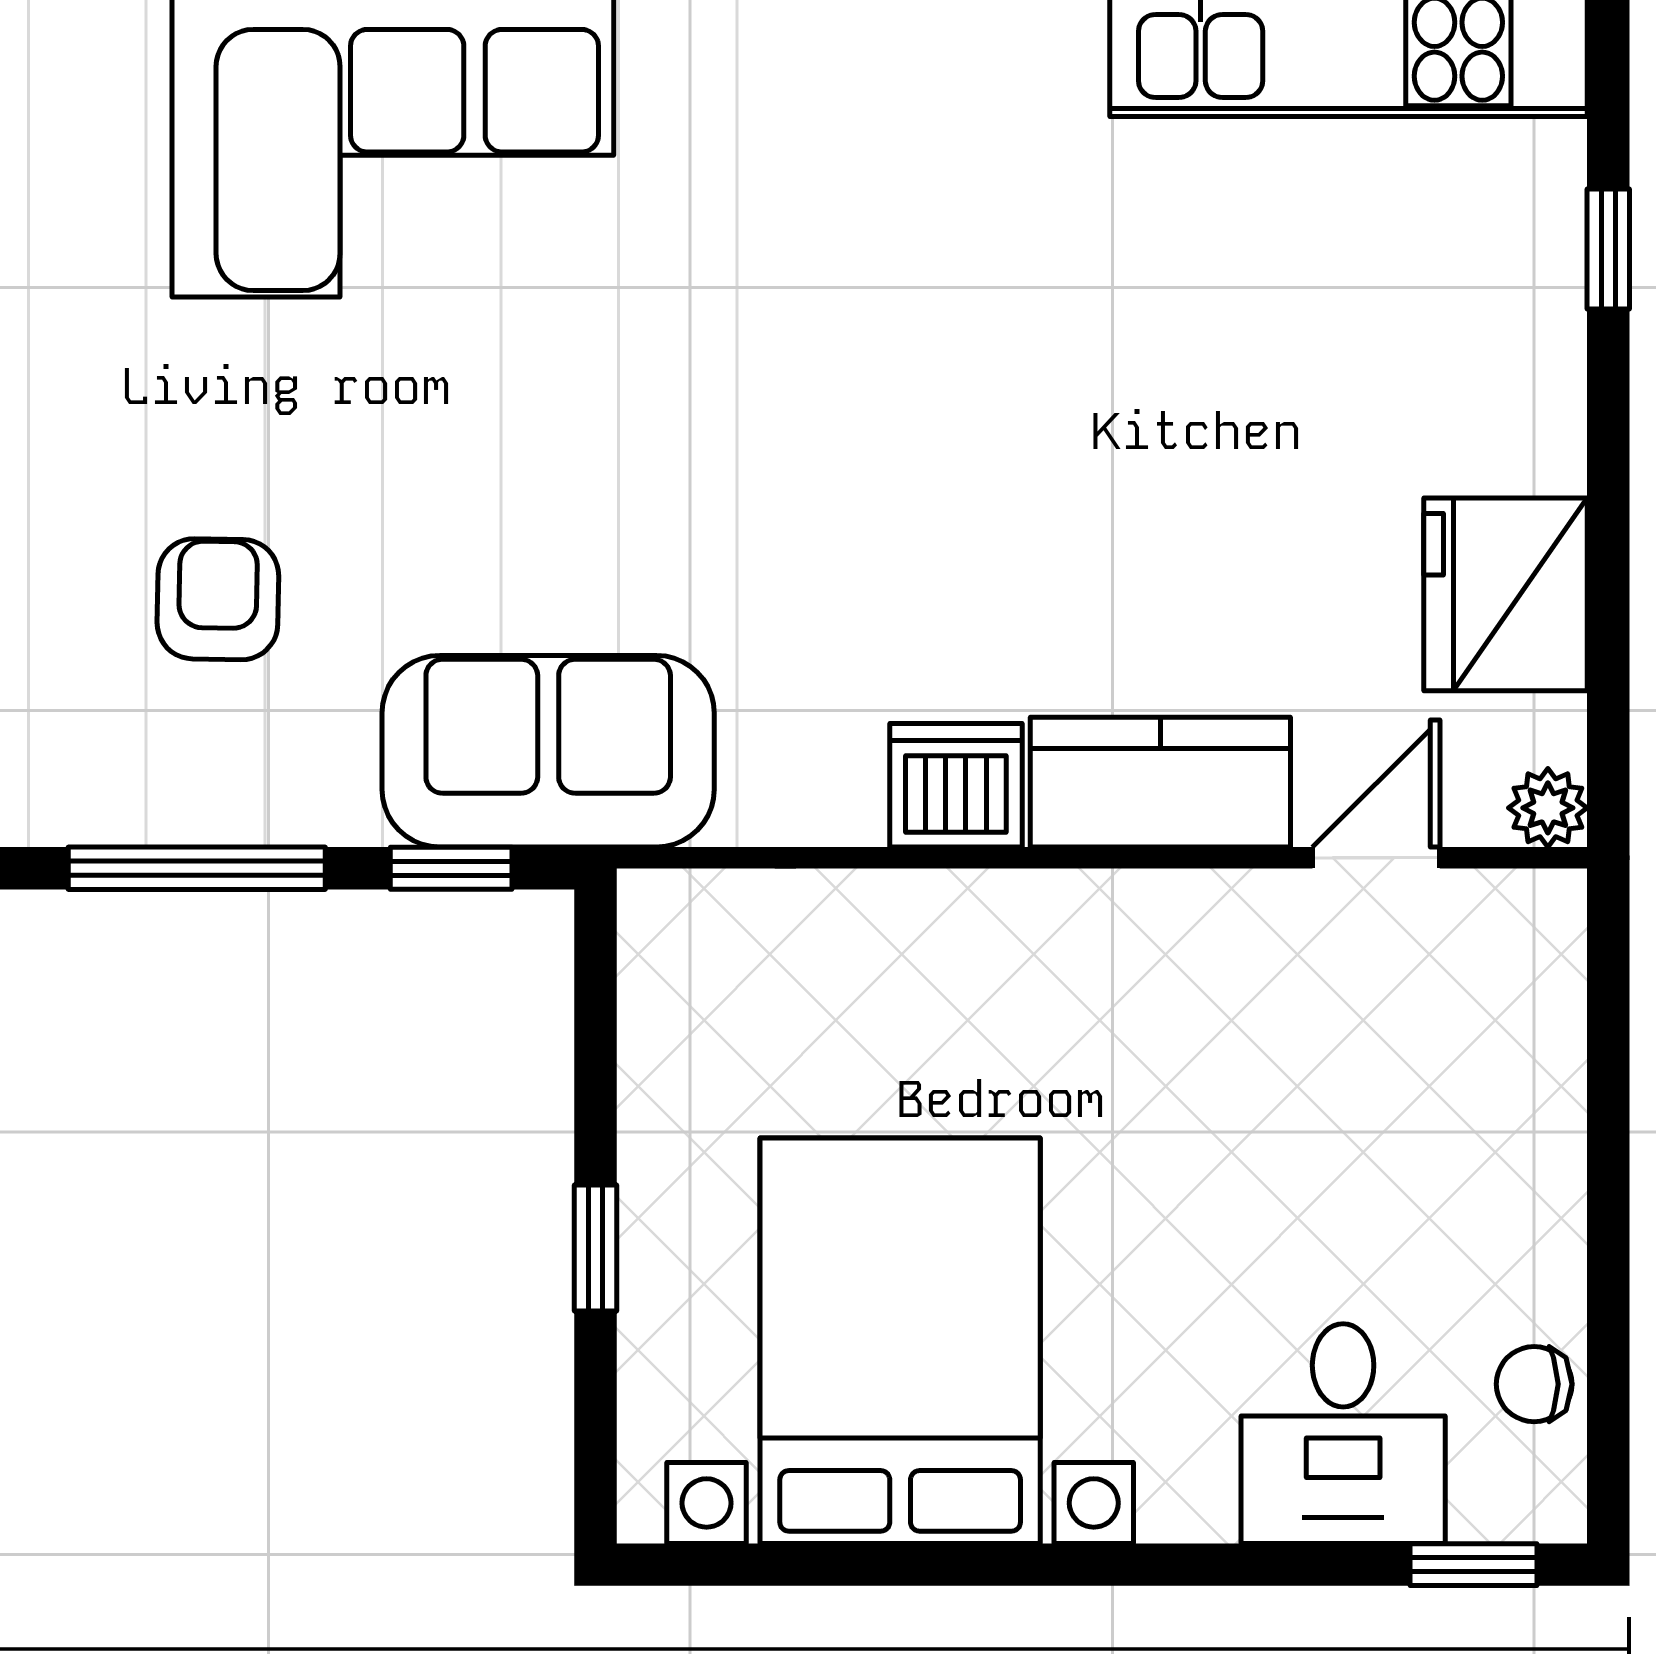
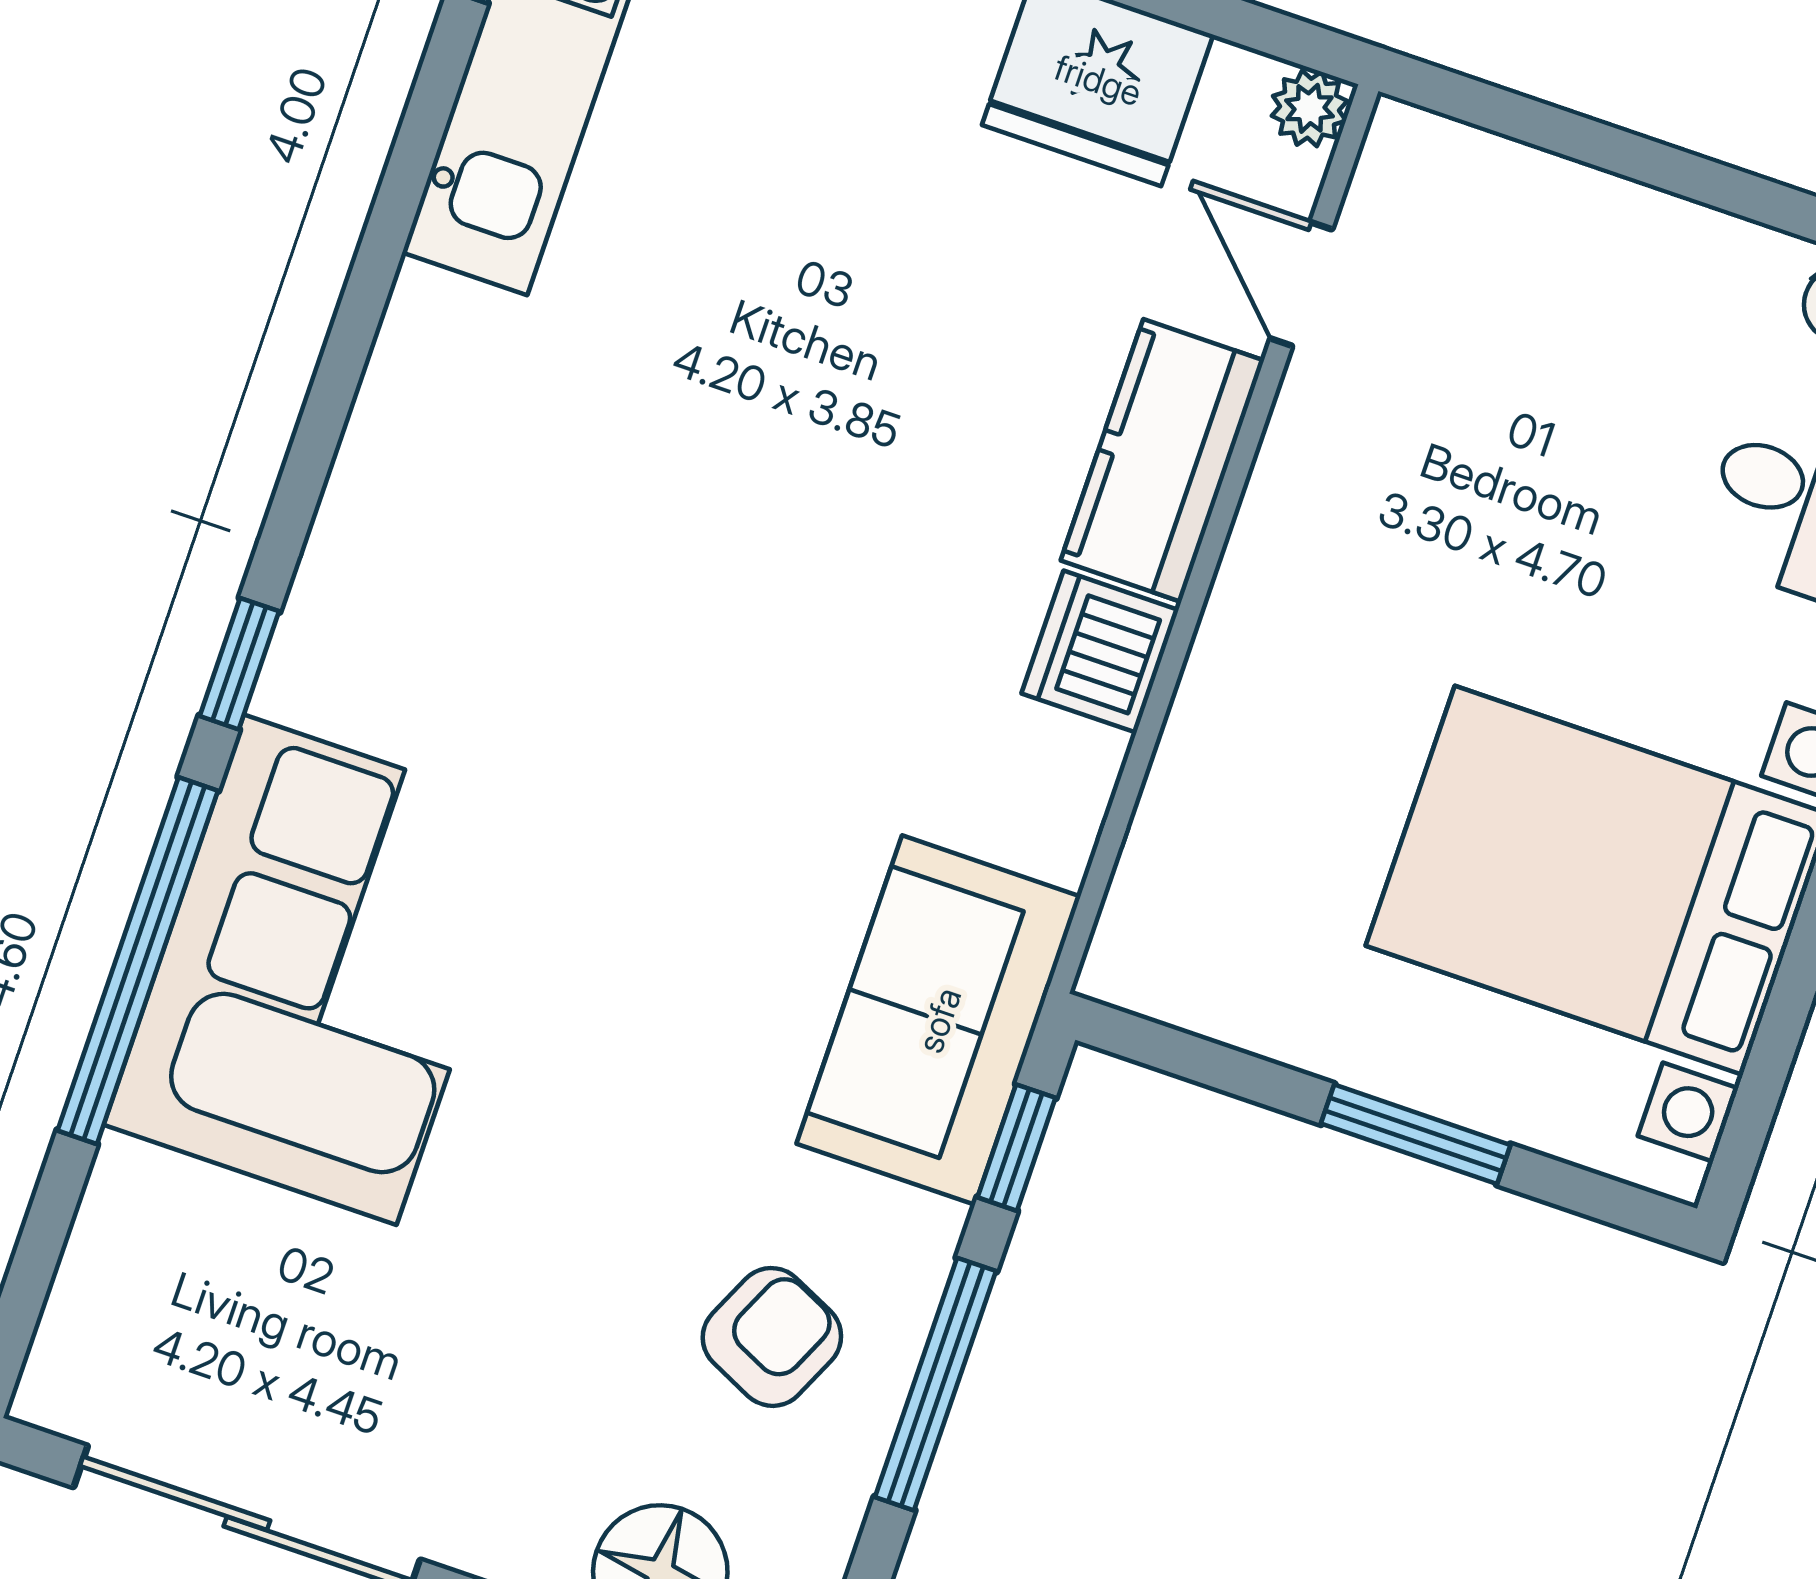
armchair: (218, 599) -> (772, 1337), moved, turned 114
window: (595, 1248) -> (1416, 1134), width x1.50

